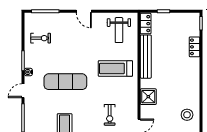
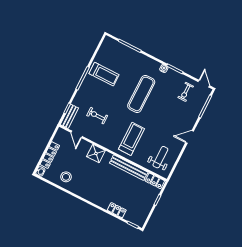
weight bench: (119, 30) -> (160, 157), turned 90
door: (23, 91) -> (204, 84), moved

